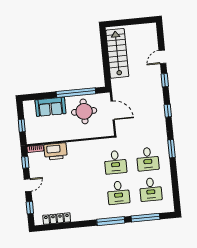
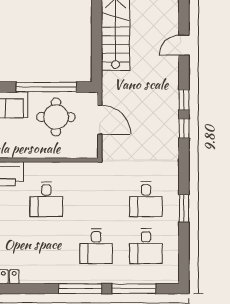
window: (165, 80) -> (184, 100), moved
window: (171, 149) -> (184, 208), moved
desk: (115, 162) -> (46, 199), moved

